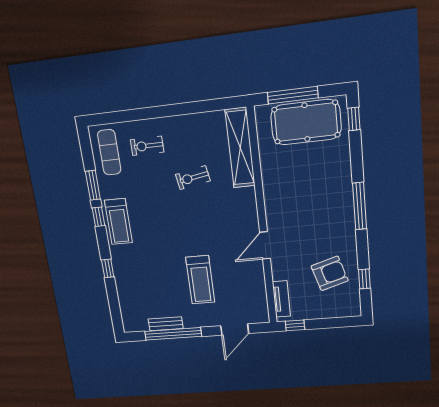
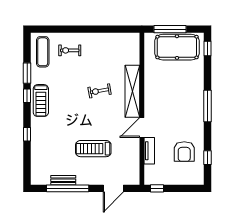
shelving: (240, 148) -> (132, 91), moved
exercise bike: (193, 178) -> (100, 91), moved
armchair: (330, 273) -> (184, 152), turned 107
treadmill: (200, 280) -> (93, 149), turned 90
tv unit: (281, 299) -> (149, 151), moved

